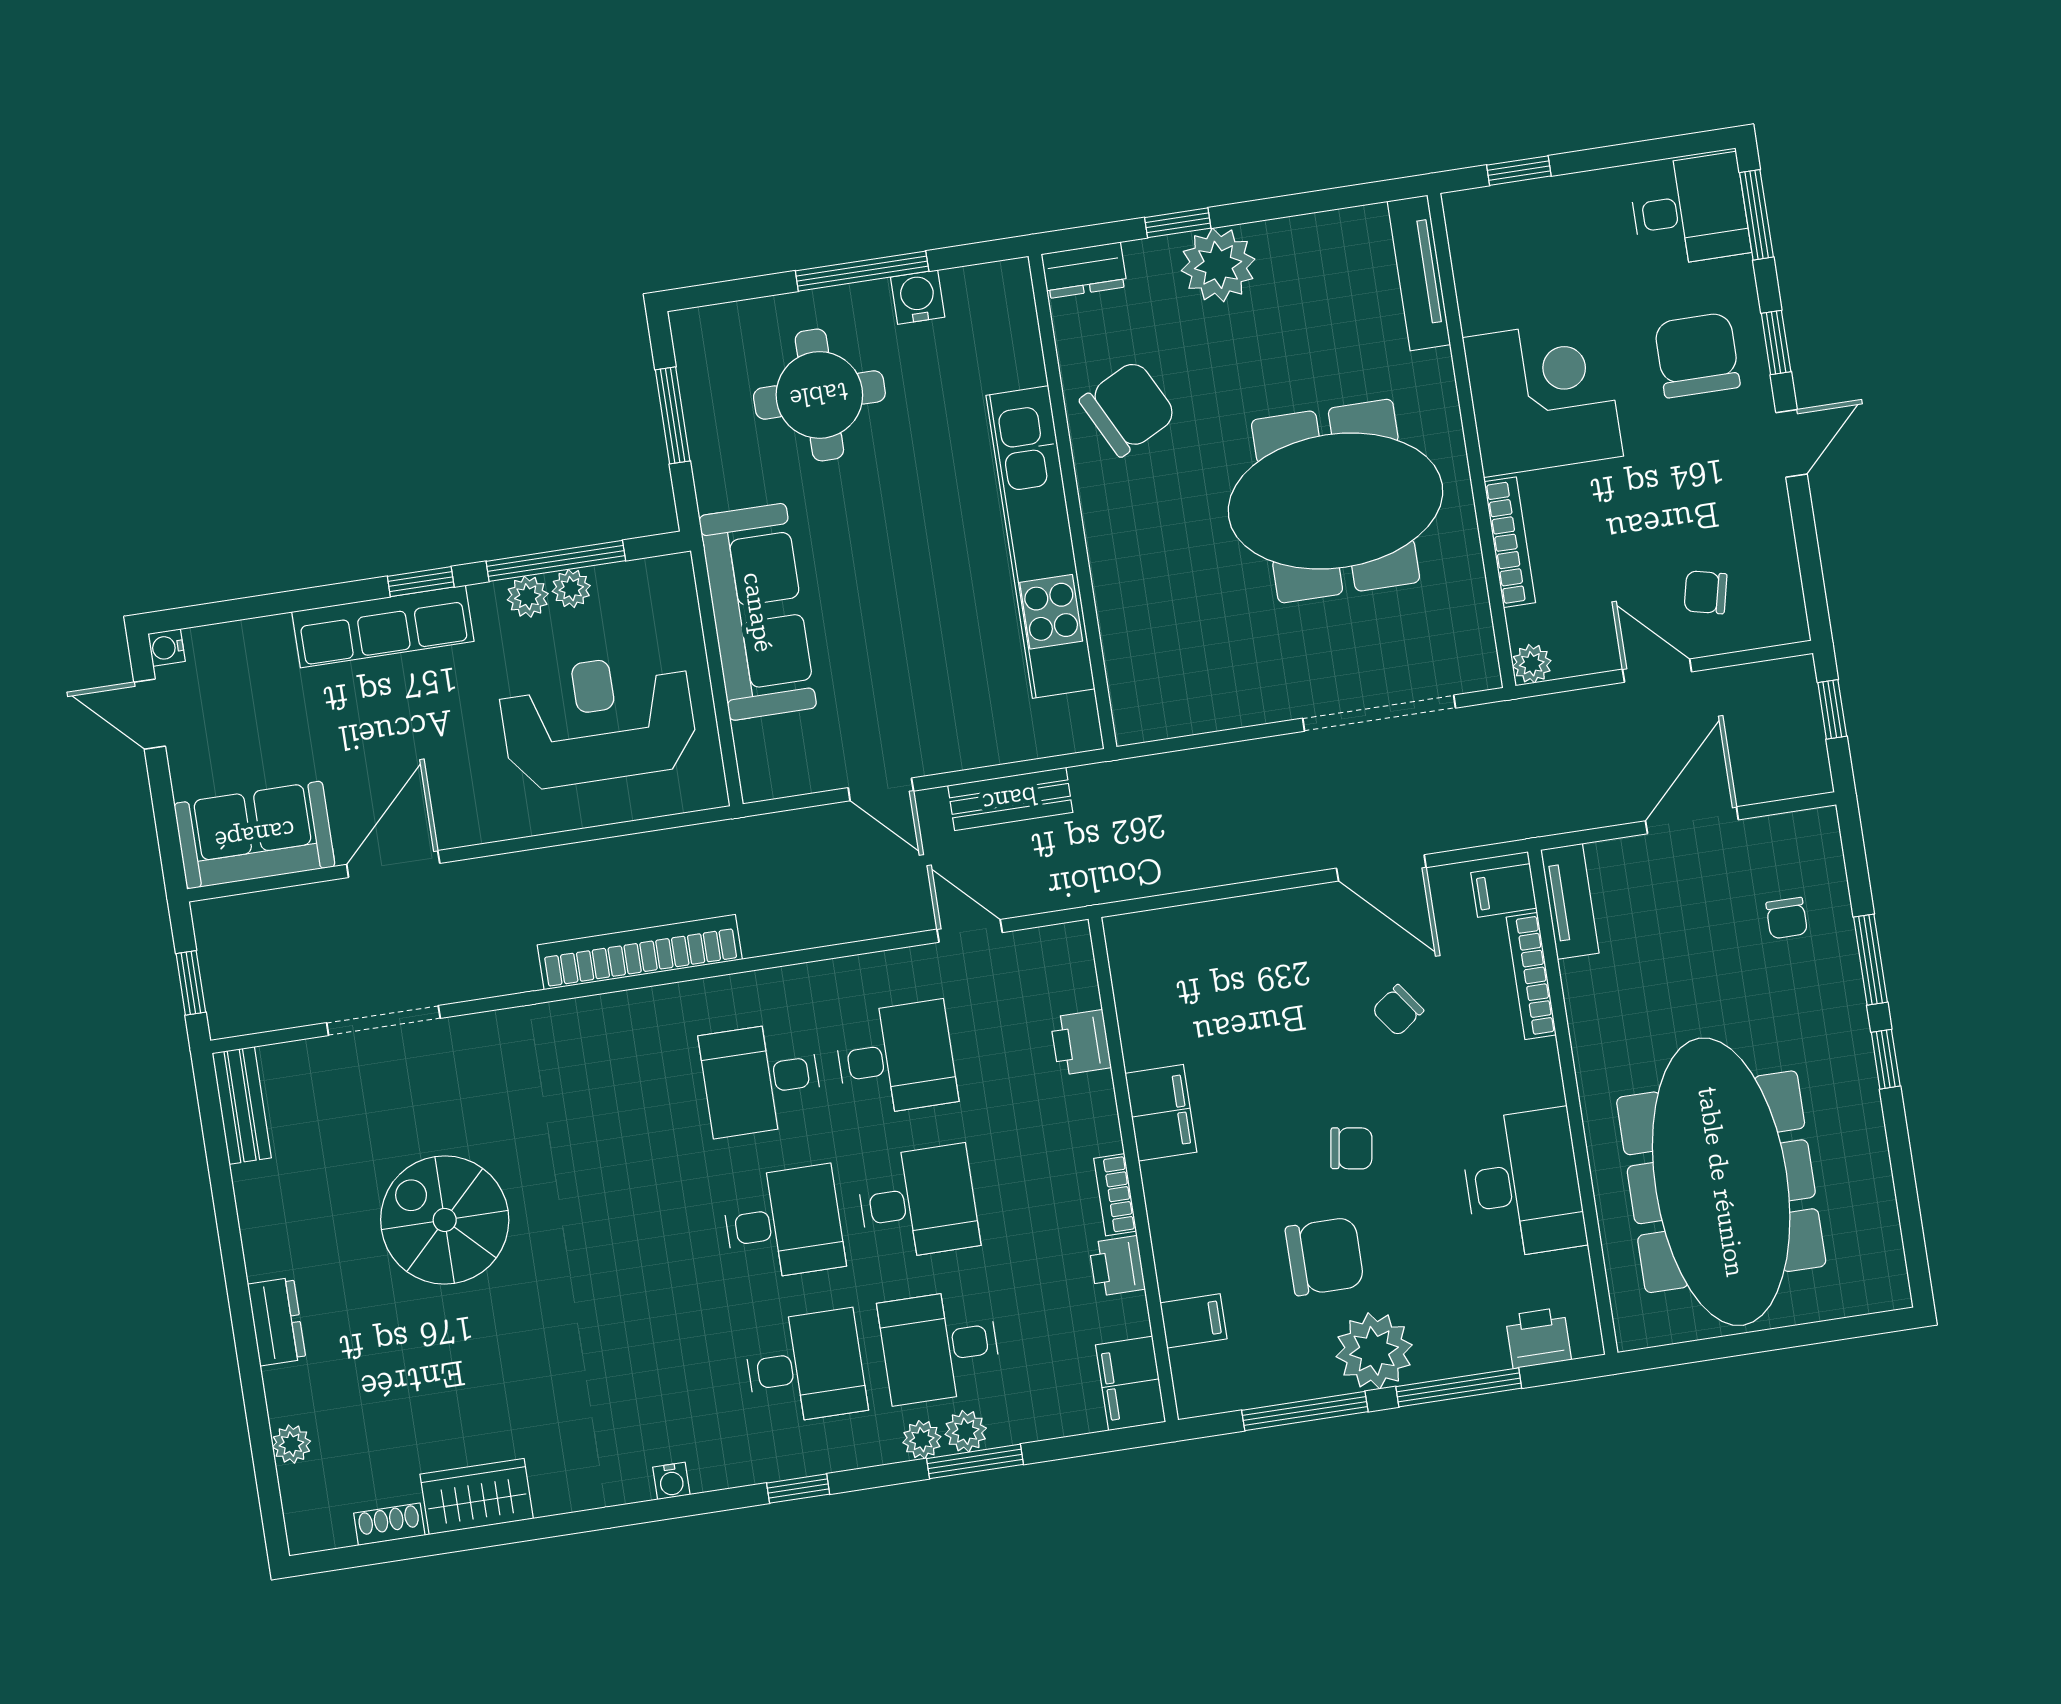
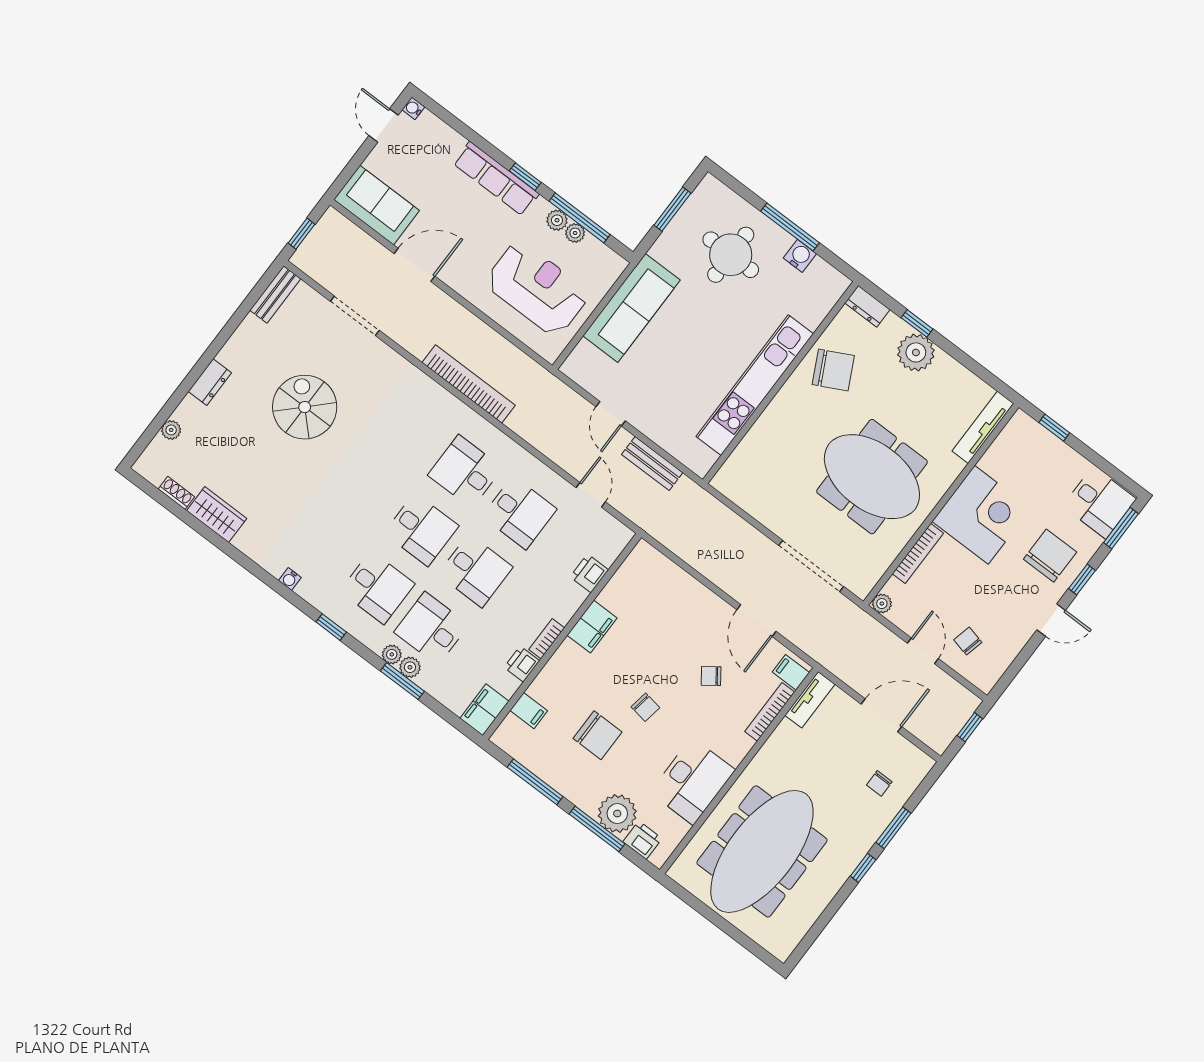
plant: (1374, 1351) -> (617, 814), moved

